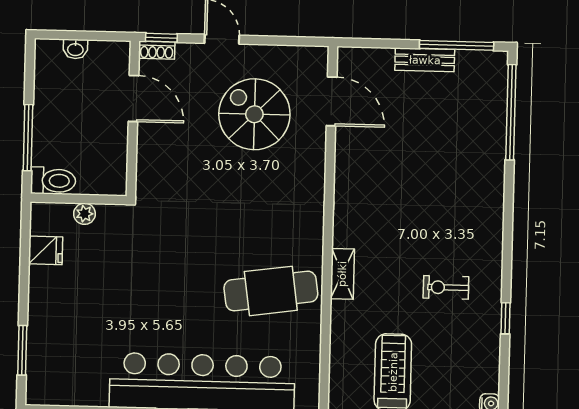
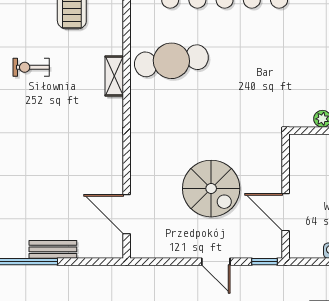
shoe rack: (157, 50) -> (268, 251), removed
spiral stairs: (254, 114) -> (211, 189), moved
exercise bike: (446, 287) -> (31, 67), turned 180

